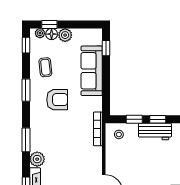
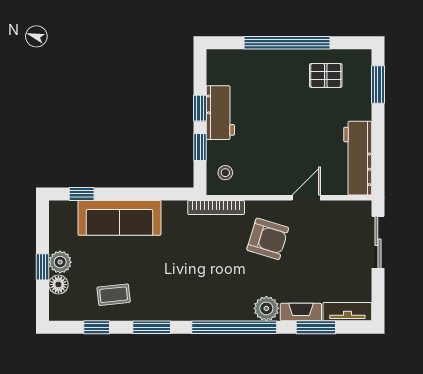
window: (49, 24) -> (42, 267), moved
plant: (40, 33) -> (57, 304), removed
window: (26, 45) -> (97, 327), moved
armchair: (57, 100) -> (268, 239), moved, turned 107
window: (26, 140) -> (234, 327), width x2.11

